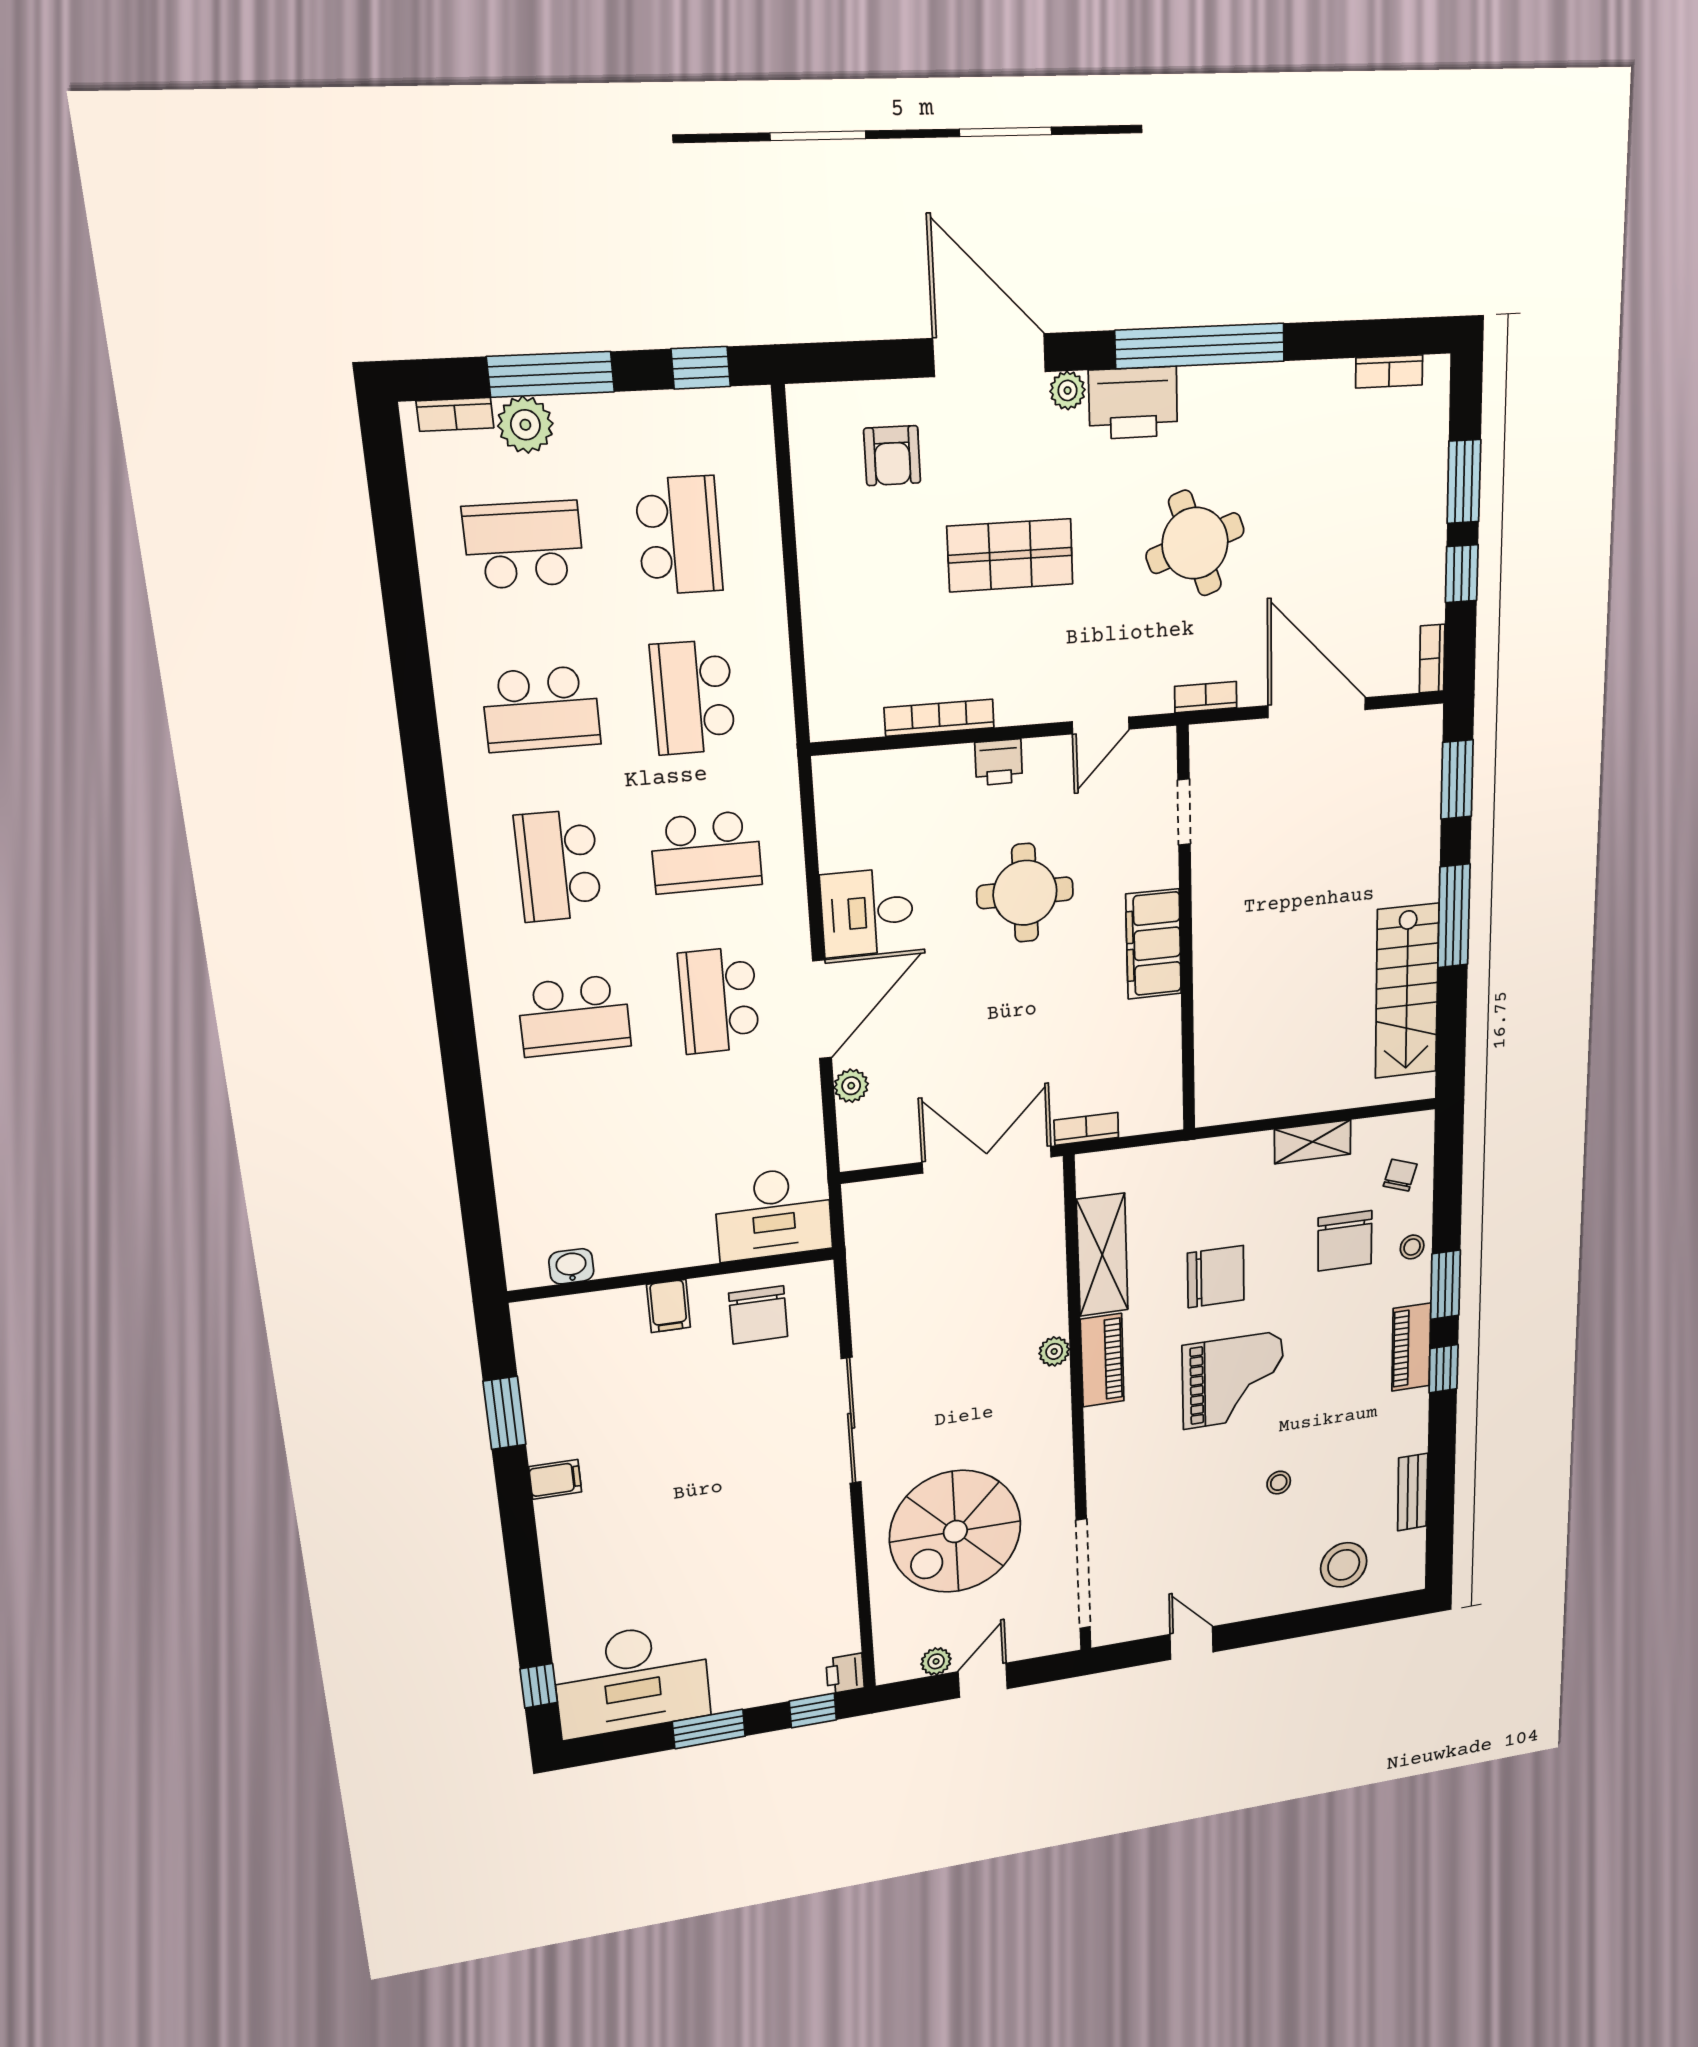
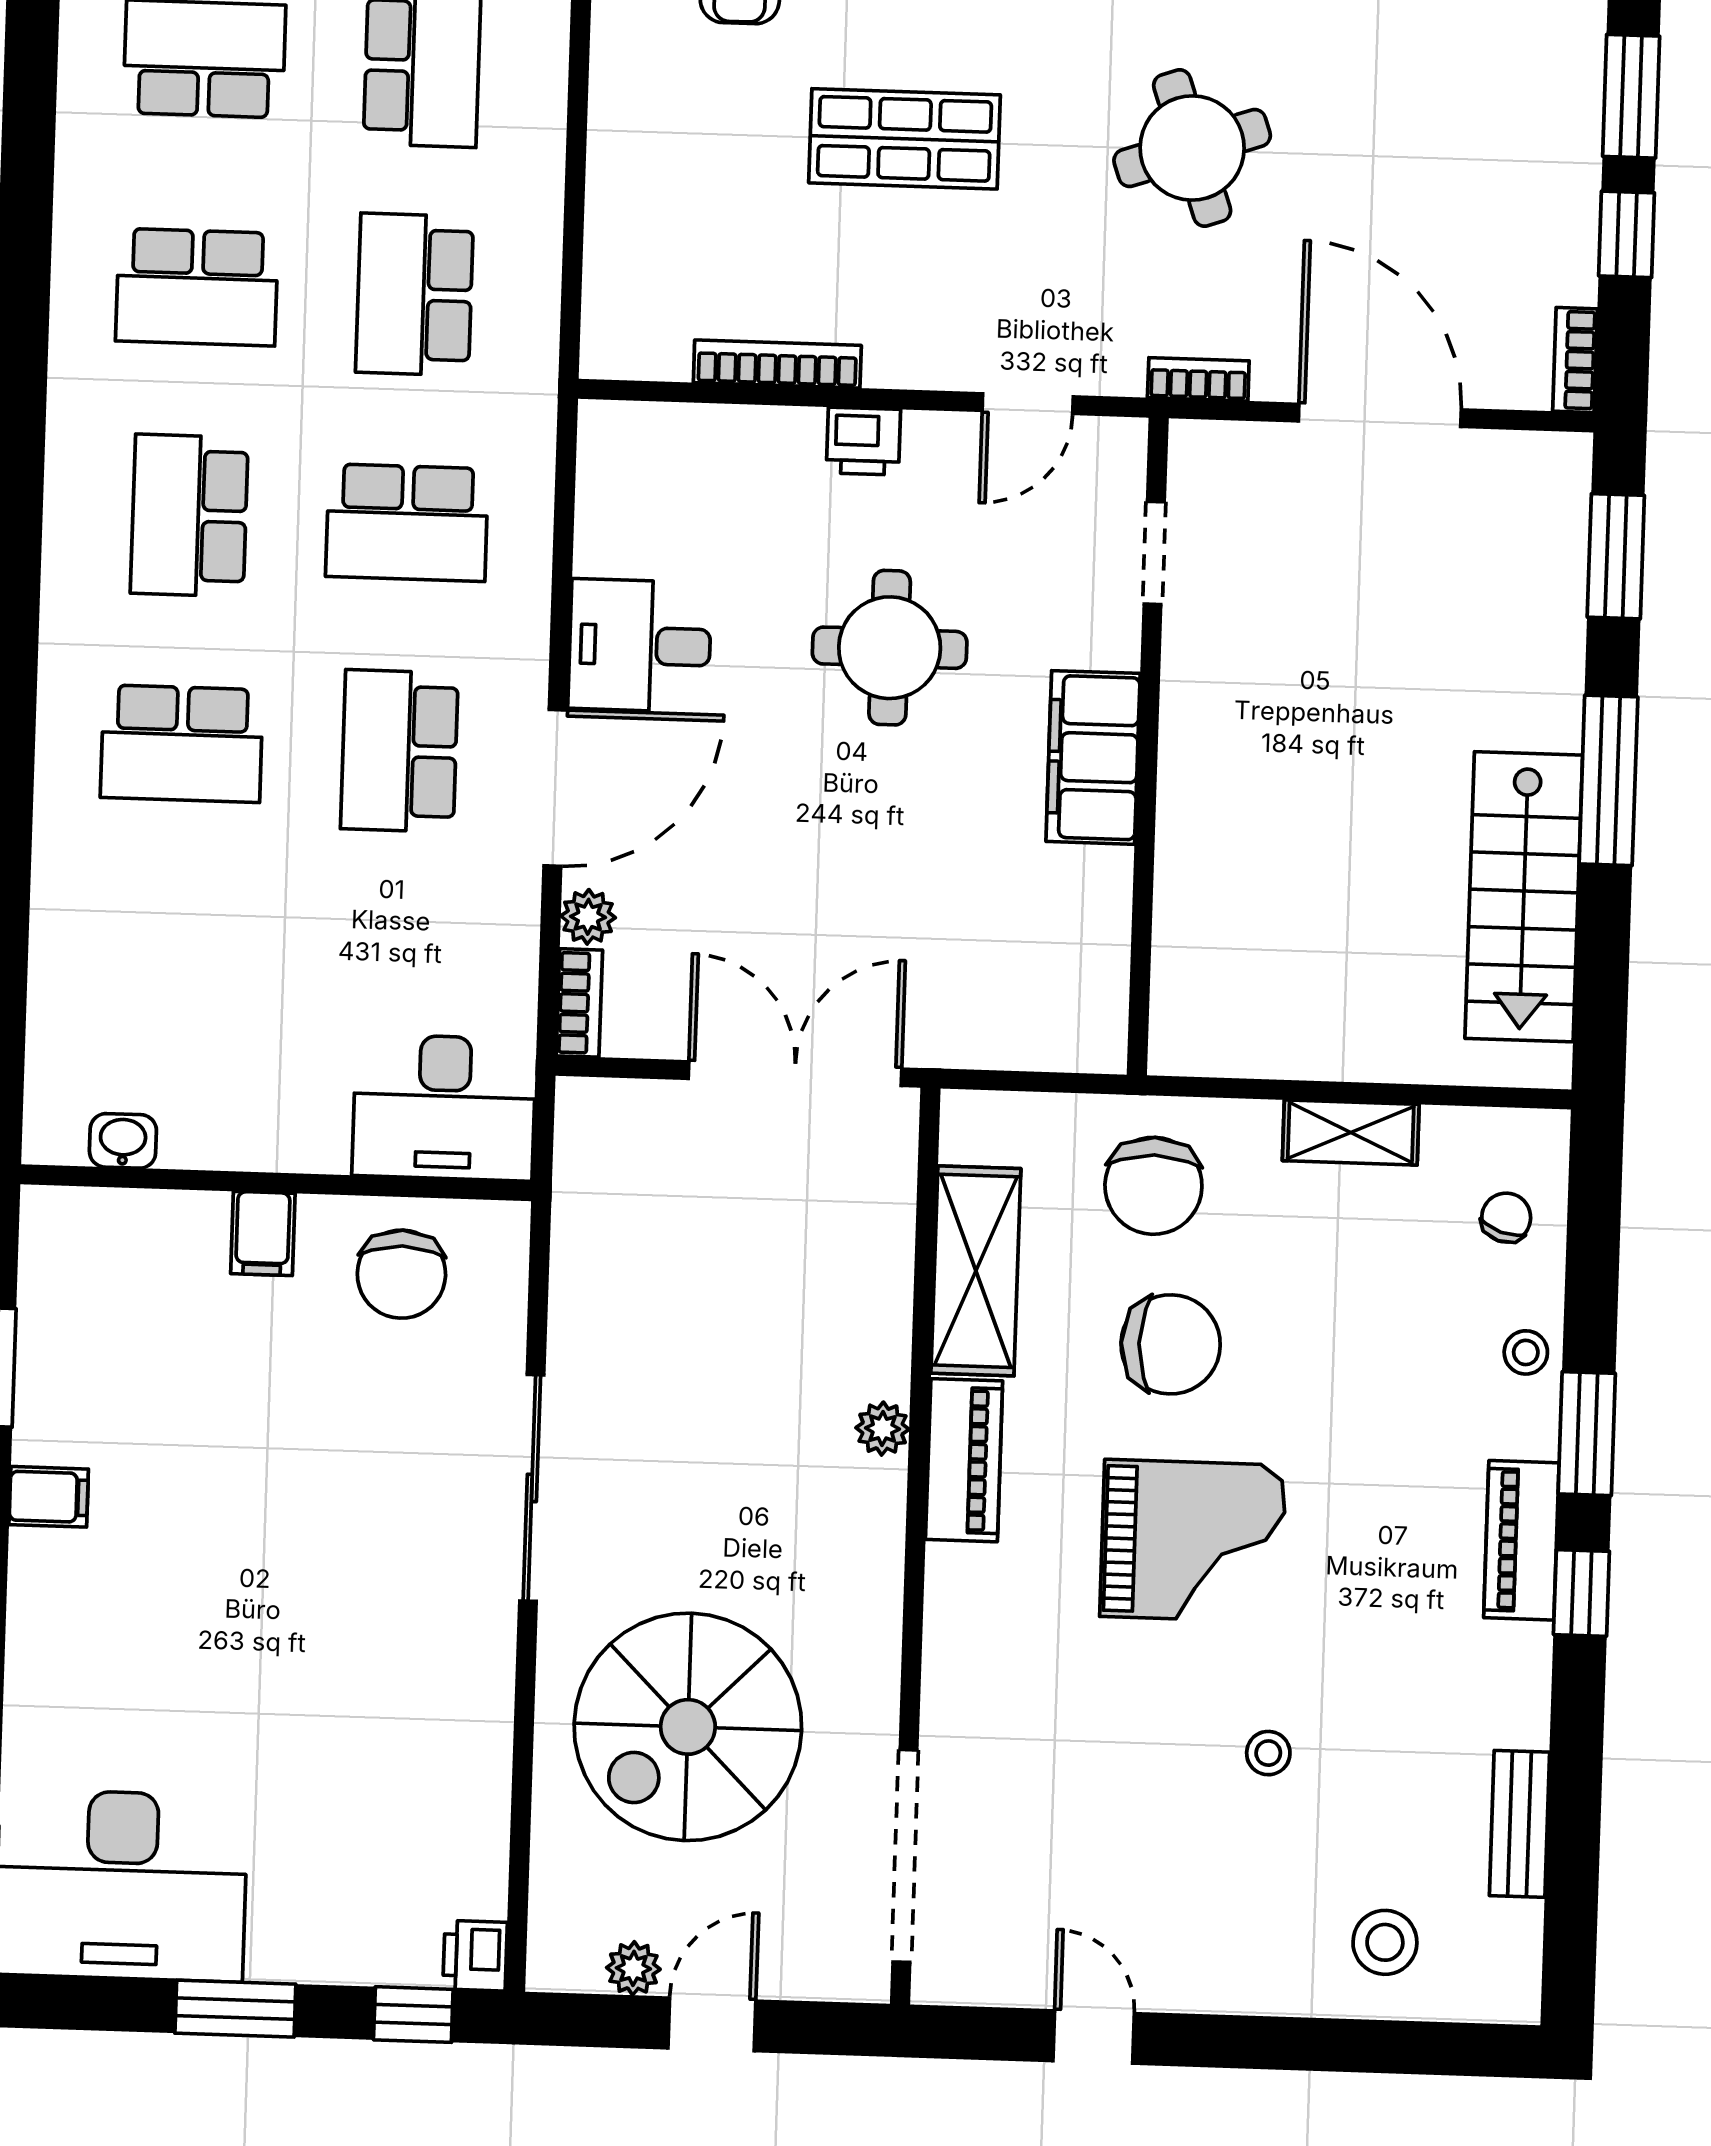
bookcase: (1086, 1129) -> (579, 1003), moved, turned 90
chair: (1345, 1241) -> (1153, 1186), moved
stool: (1344, 1565) -> (1385, 1942), width x0.73, depth x0.73

